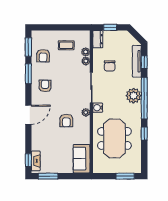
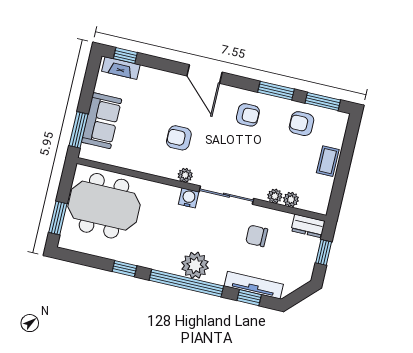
coffee table: (66, 45) -> (328, 161), moved
meeting table: (114, 138) -> (104, 206), moved
sofa: (82, 159) -> (102, 121), moved, turned 90
window: (48, 176) -> (78, 130), moved

